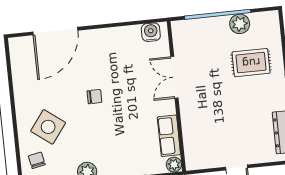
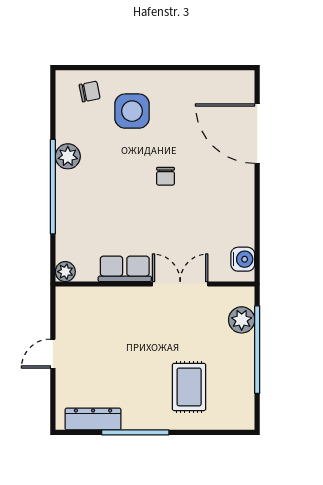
plant: (240, 24) -> (242, 320), moved
side table: (48, 127) -> (132, 111), turned -37
row of seats: (169, 136) -> (125, 269), moved

